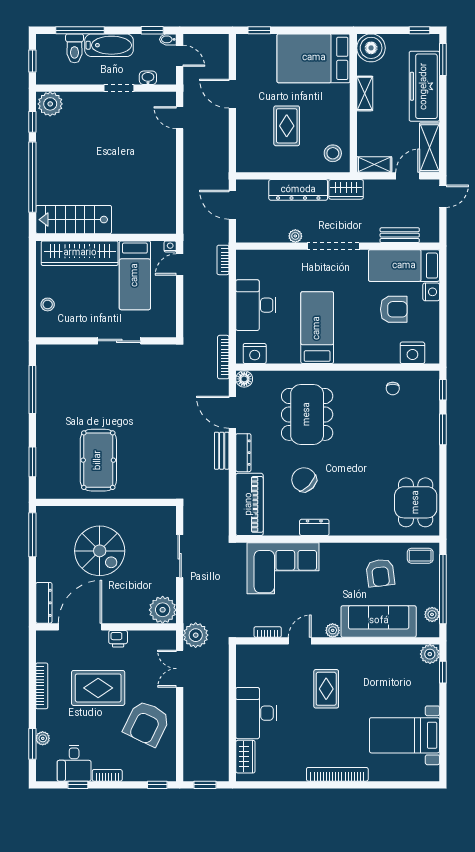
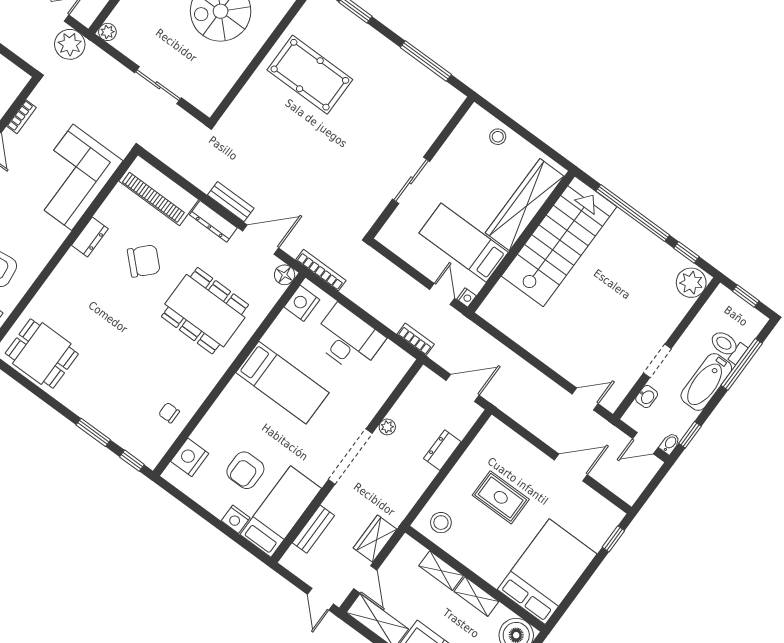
shelving: (374, 165) -> (441, 571), moved, turned 90
wardrobe: (346, 189) -> (375, 539), moved
dresser: (298, 190) -> (442, 450), width x0.51, depth x0.80
stairs: (74, 220) -> (559, 241), width x1.36, depth x1.51
plant: (163, 610) -> (107, 32), width x0.53, depth x0.53

